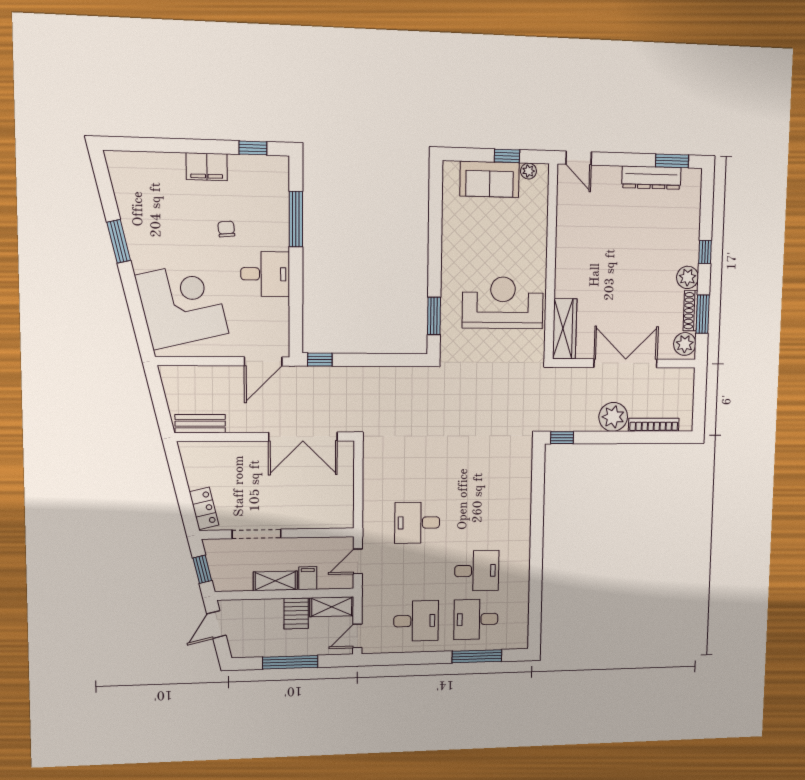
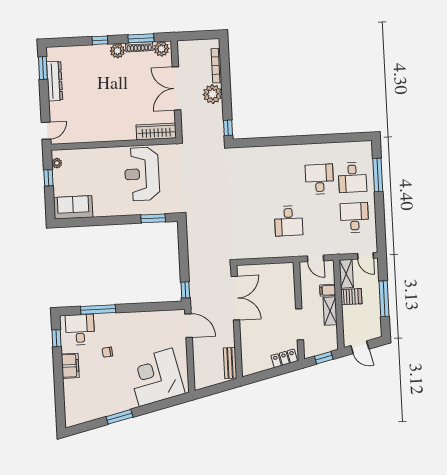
sofa: (490, 179) -> (73, 207), moved, turned -90
desk: (265, 274) -> (80, 330), moved

